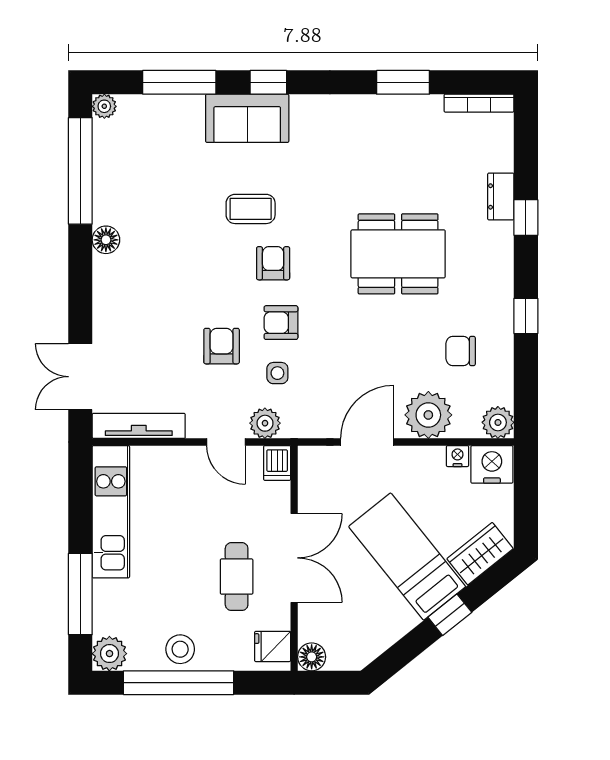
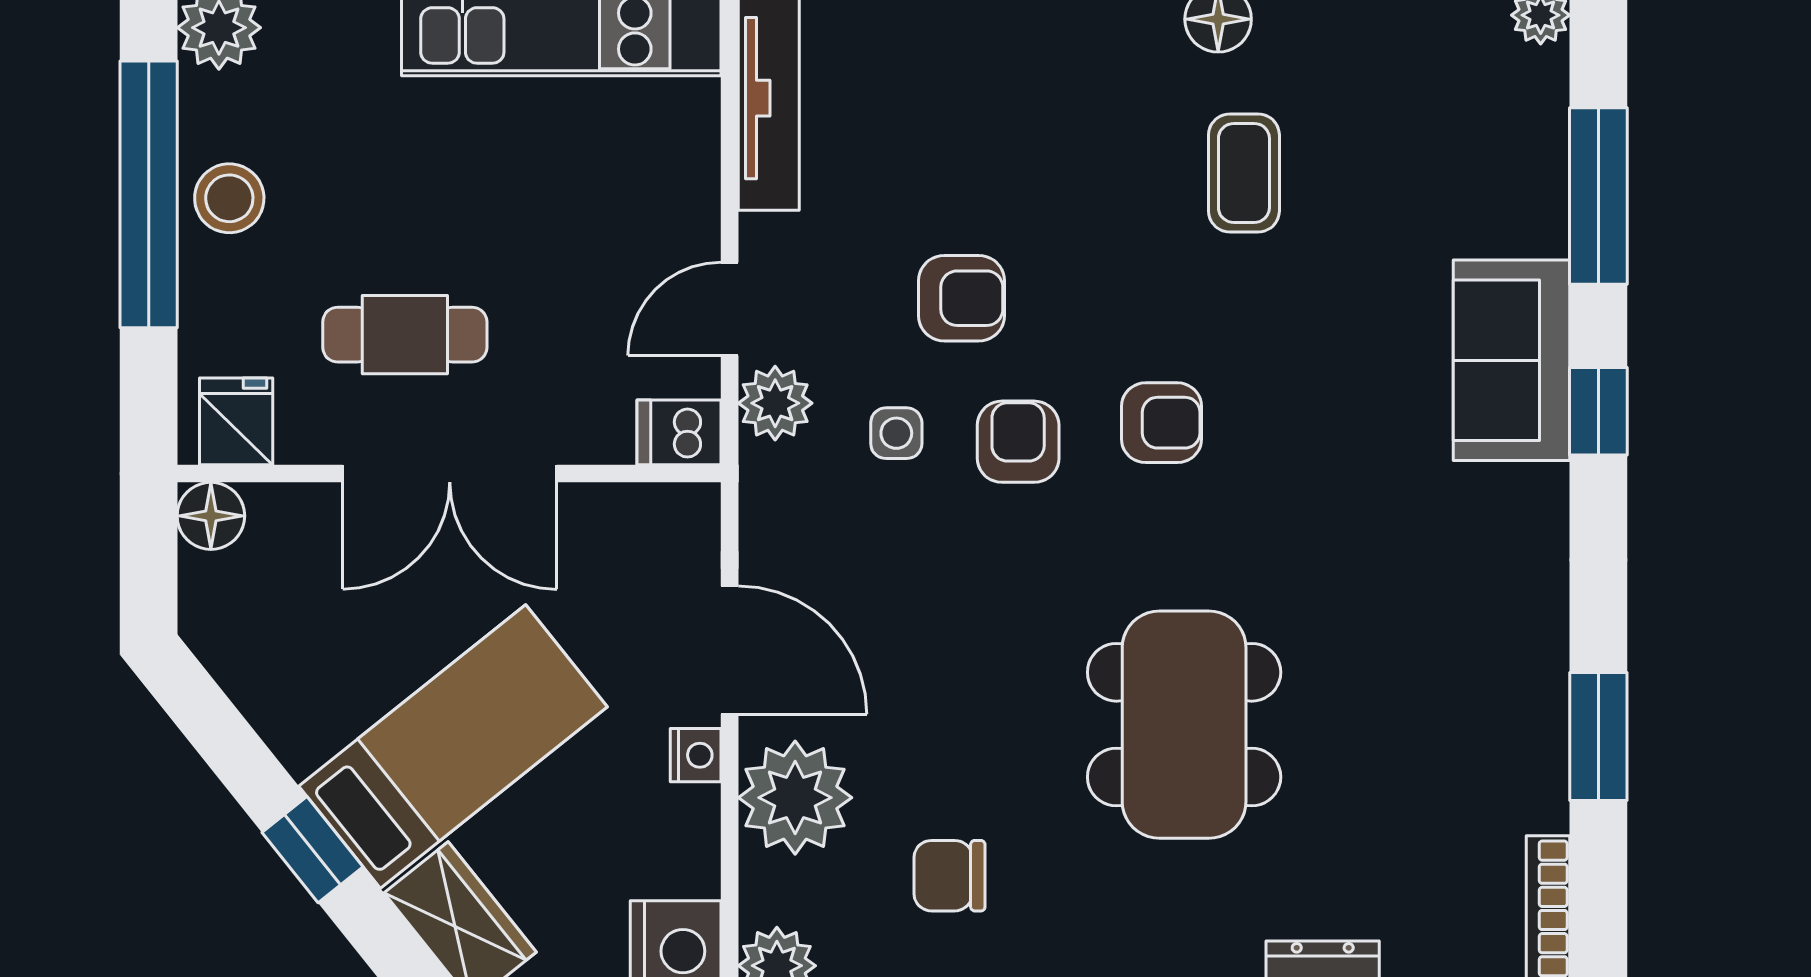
coffee table: (251, 209) -> (1244, 173), moved
chair: (461, 351) -> (949, 876), turned -90
nightstand: (457, 456) -> (696, 755), moved

